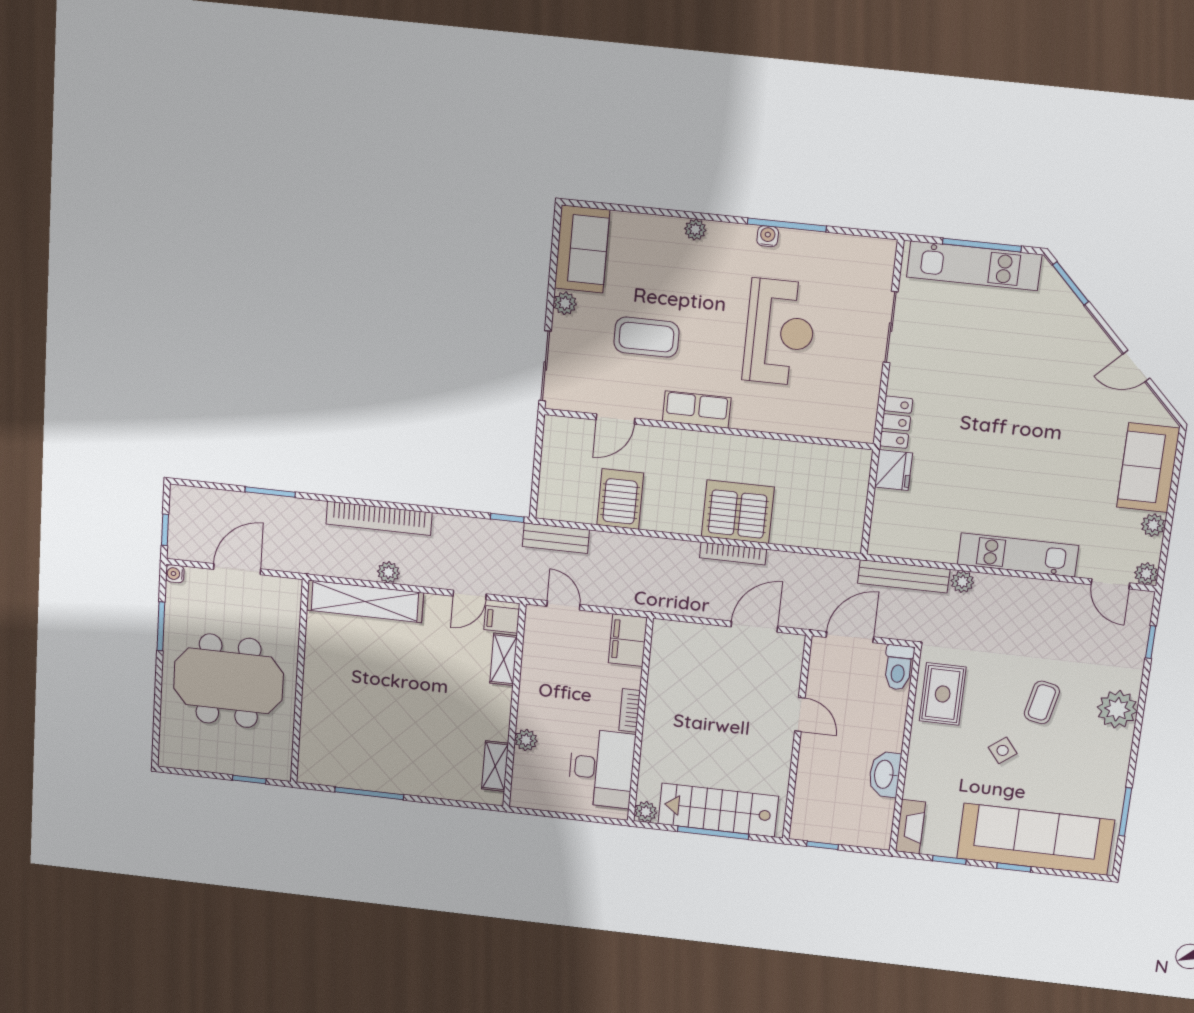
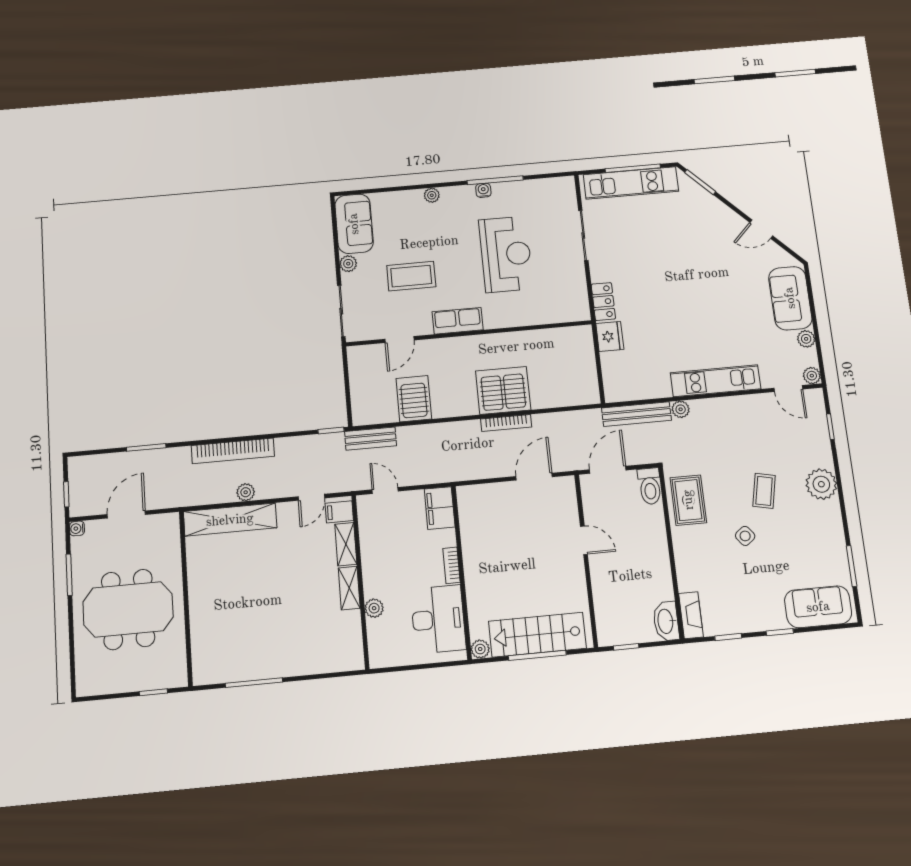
shelving: (495, 766) -> (349, 588), moved
washbasin: (885, 774) -> (666, 621), moved
sofa: (1036, 839) -> (818, 607), width x0.54, depth x0.79

